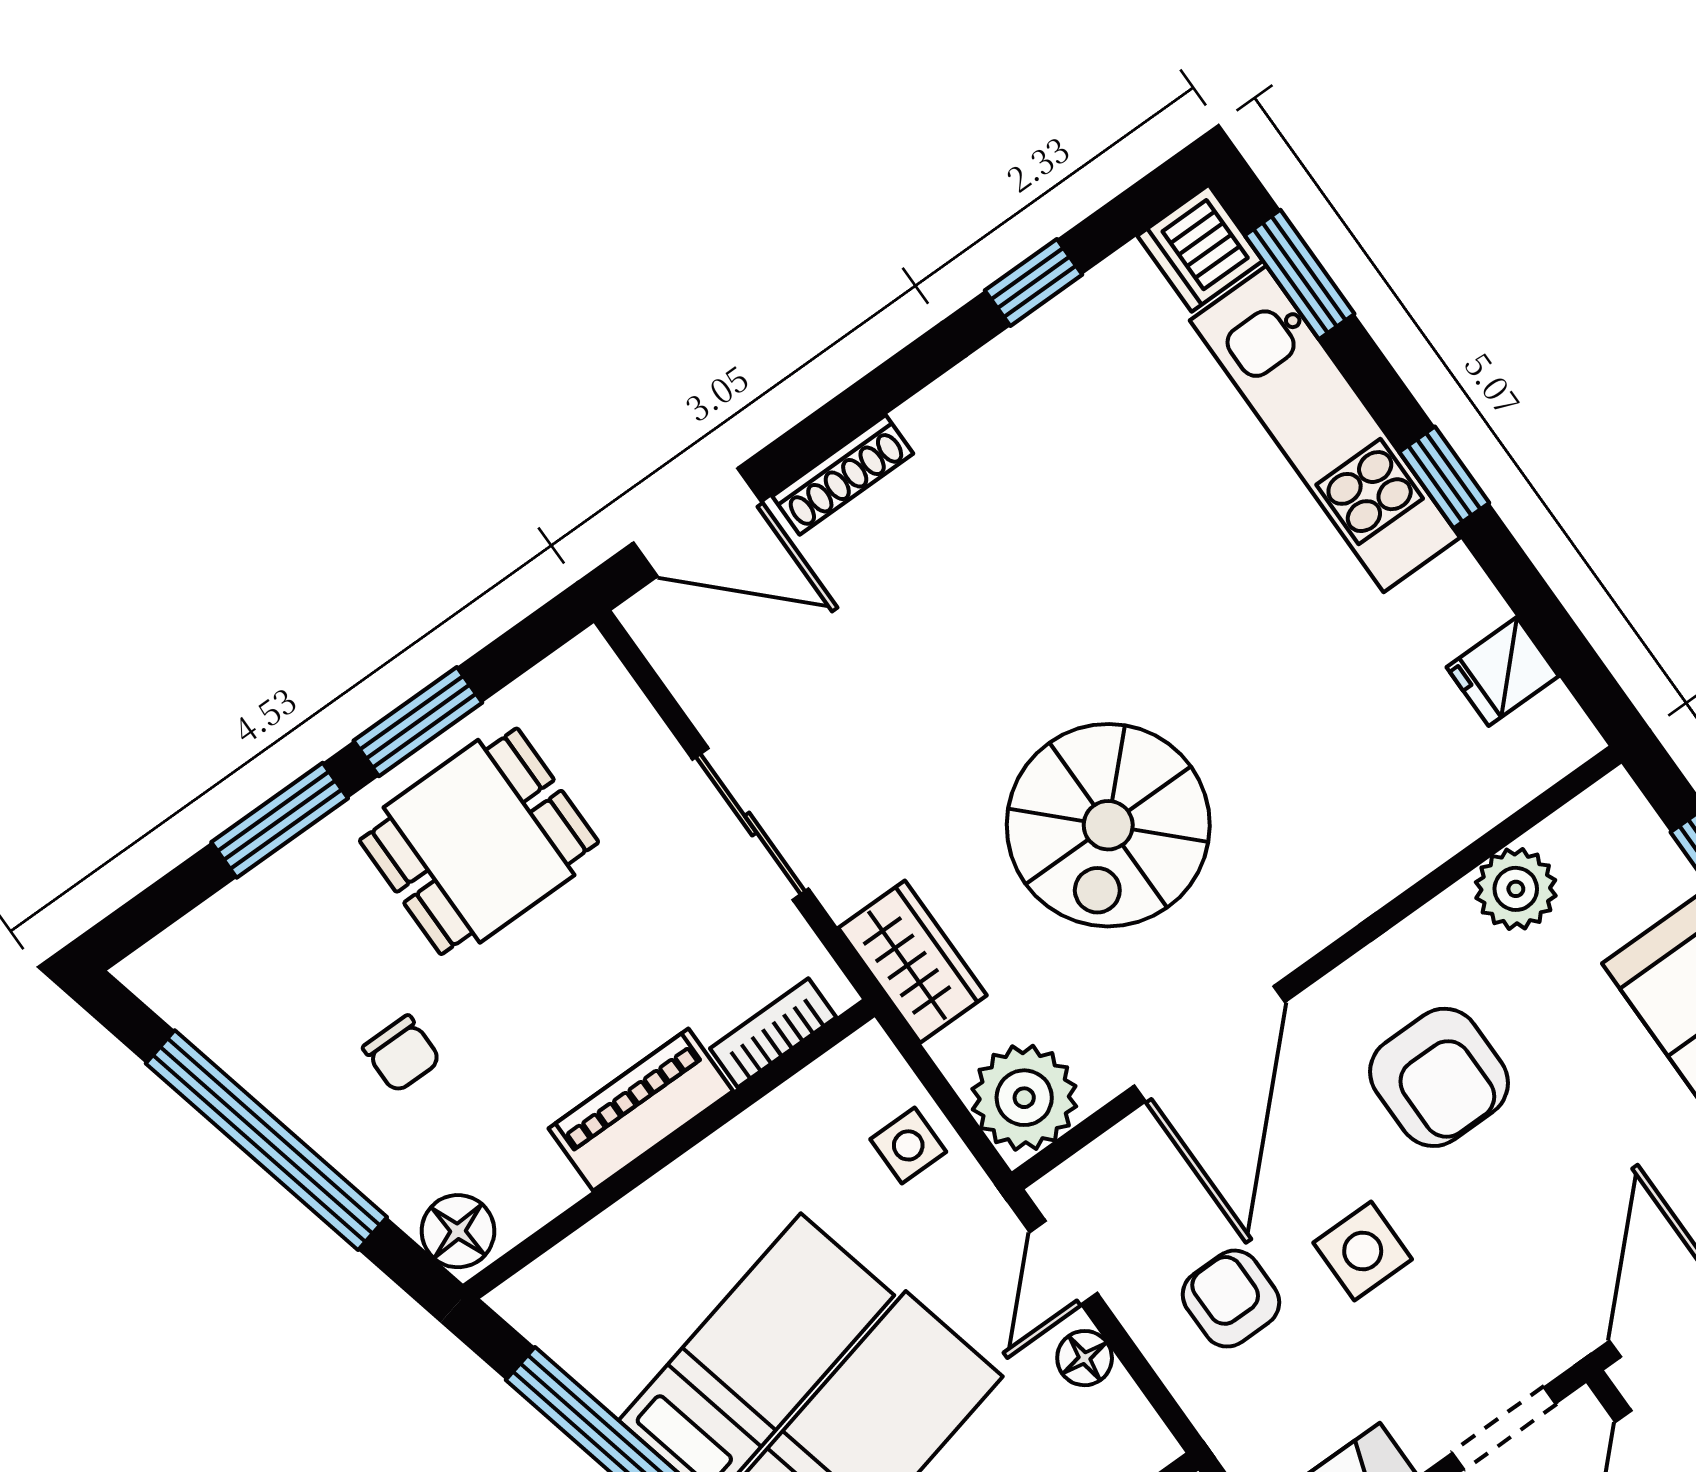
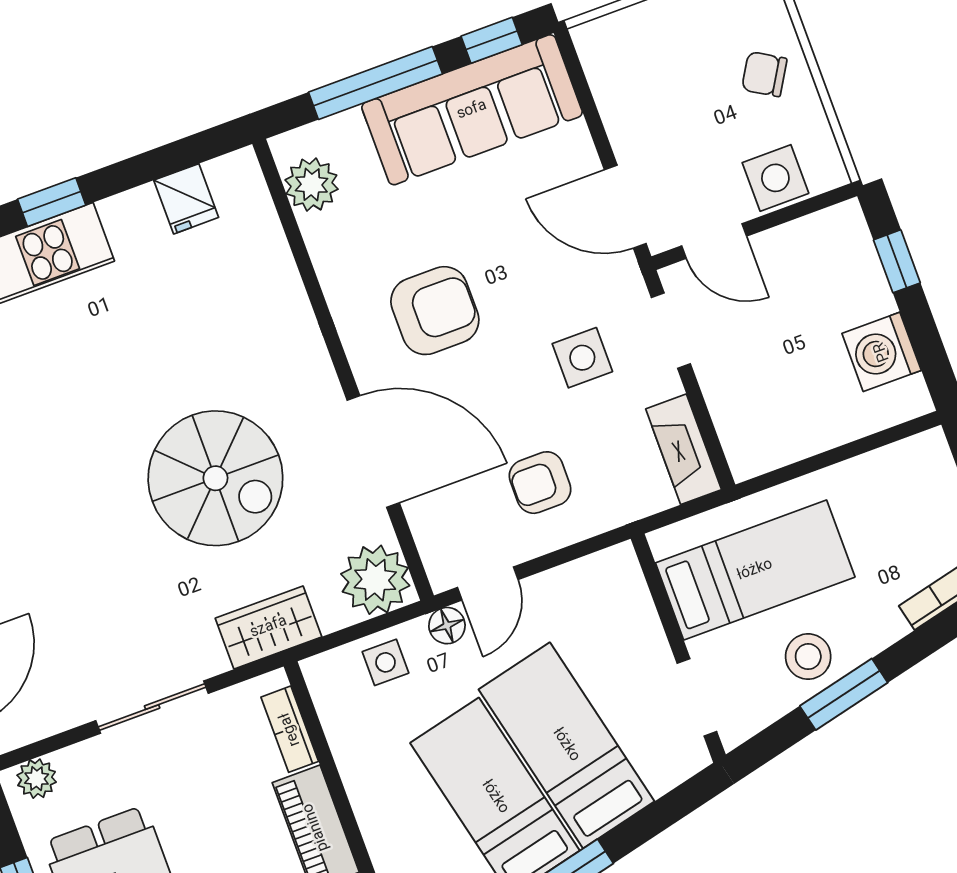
plant: (601, 685) -> (37, 779), added
plant: (1516, 889) -> (312, 185), moved
side table: (1363, 1251) -> (582, 358), moved
door: (1063, 1263) -> (488, 584), hinge flipped
floor lamp: (1085, 1358) -> (447, 626), moved

